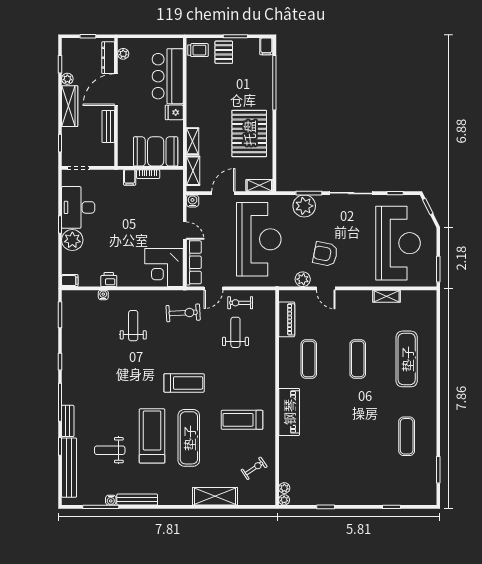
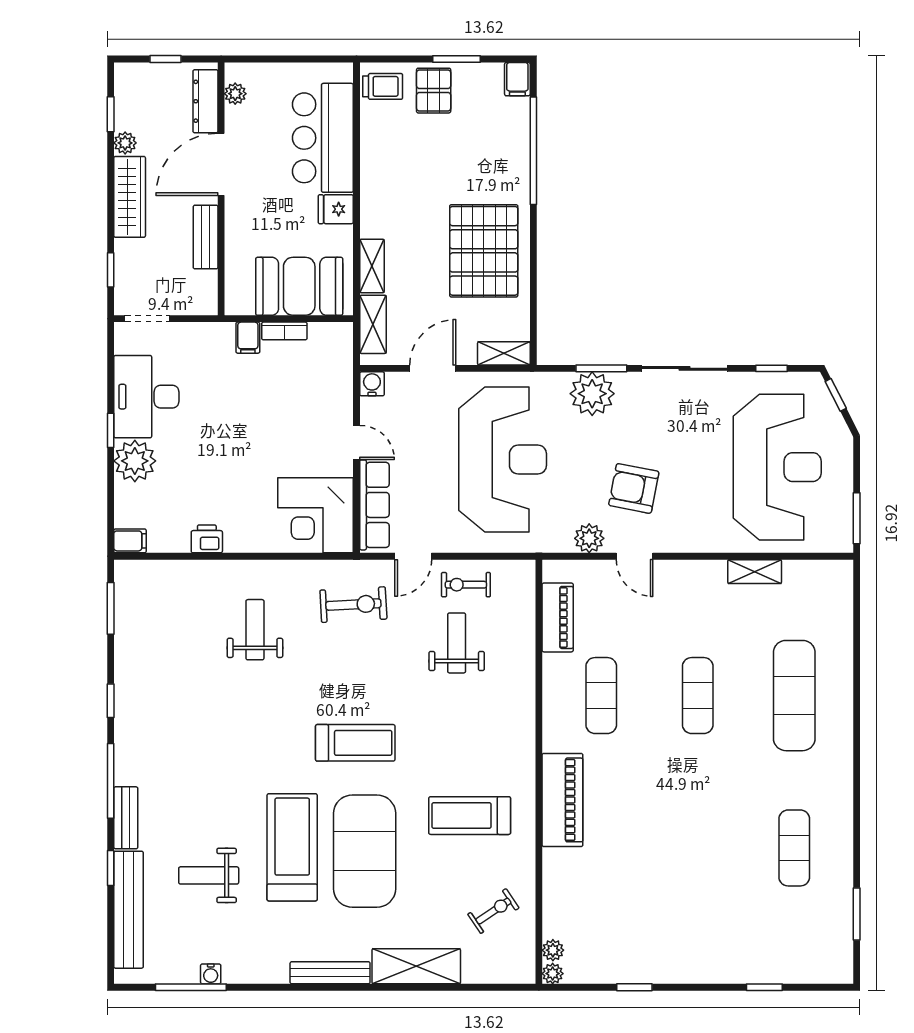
water cooler: (103, 295) -> (196, 569), removed
exercise mat: (189, 438) -> (365, 851), width x1.47
bench: (137, 500) -> (330, 973), moved

